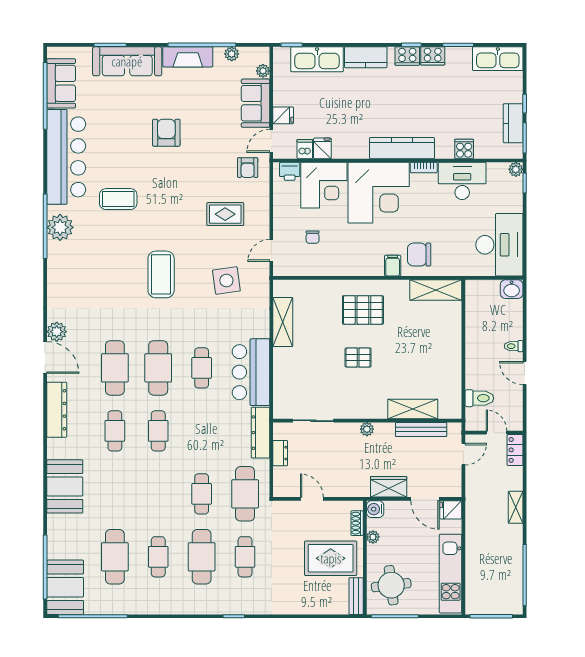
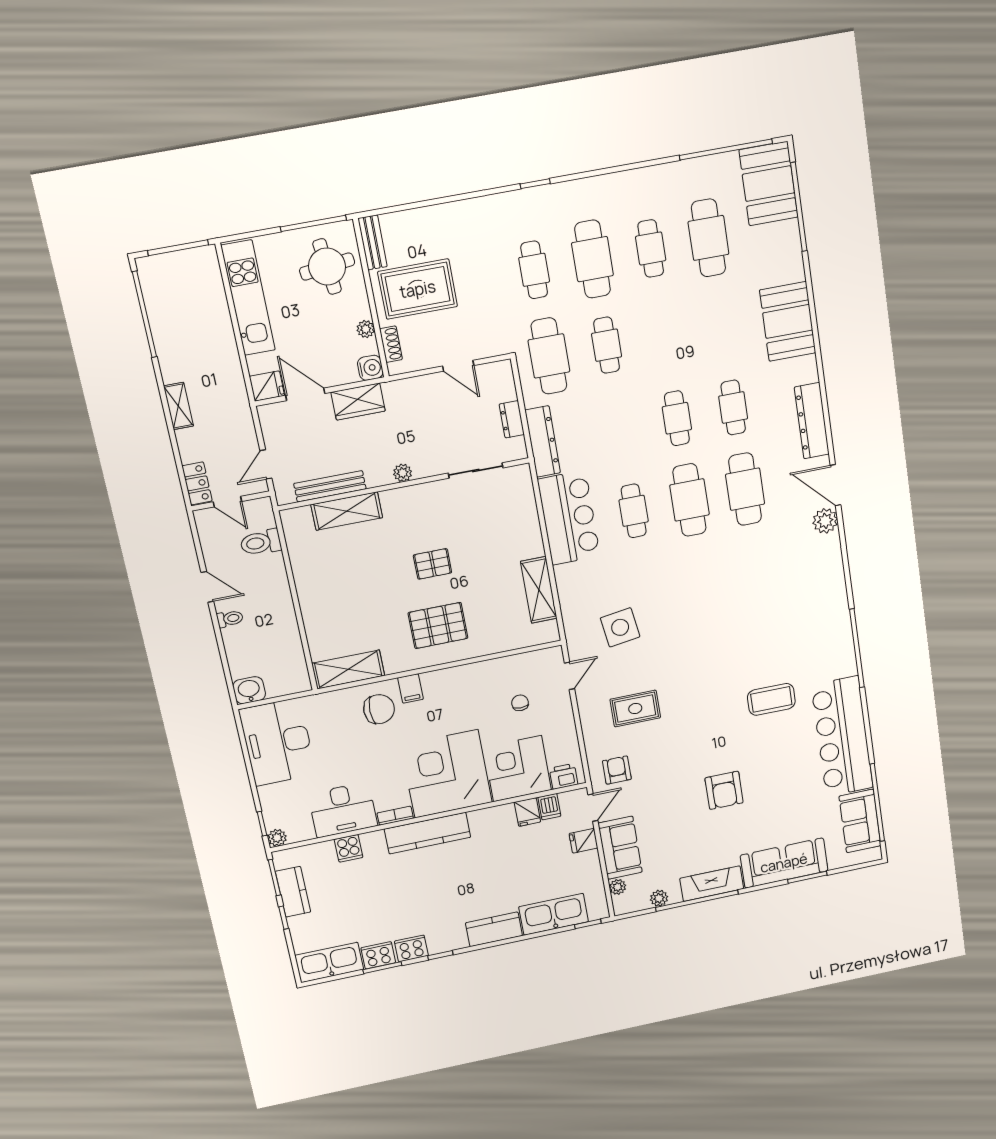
cooker: (407, 56) -> (378, 955), moved
plant: (60, 227) -> (838, 651), removed
coffee table: (161, 274) -> (704, 618), removed

